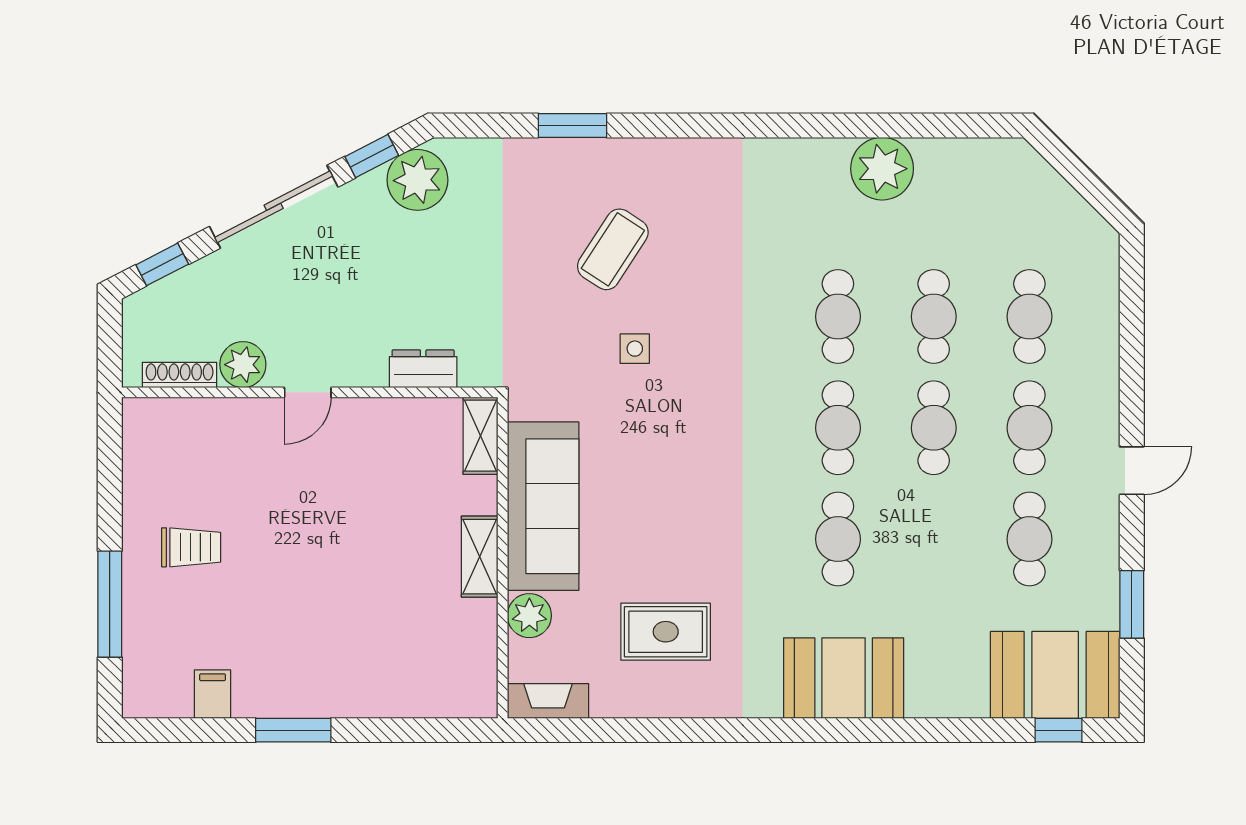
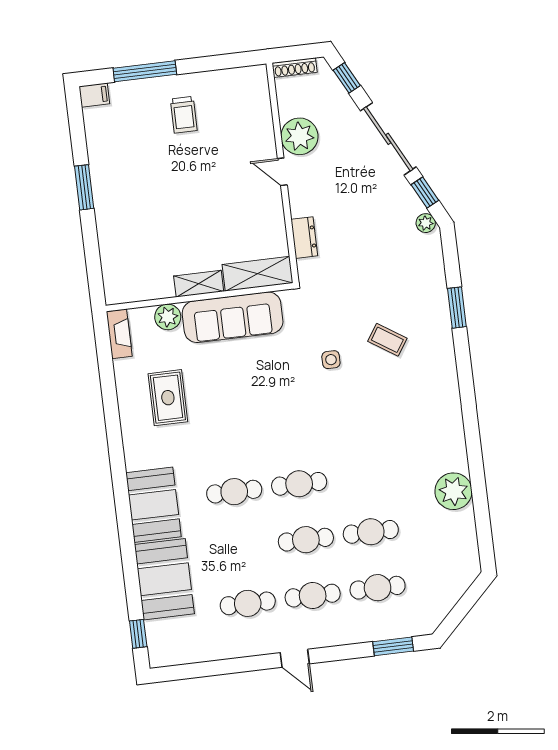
plant: (417, 180) -> (426, 223), width x0.53, depth x0.53
coffee table: (613, 249) -> (387, 340), width x0.73, depth x0.77
cafe table: (838, 317) -> (364, 476), removed
plant: (243, 365) -> (299, 136), width x1.36, depth x1.36
shoe rack: (180, 375) -> (295, 68), moved, turned 90
shelving: (481, 436) -> (258, 274), width x1.50, depth x1.33
window: (1132, 604) -> (393, 646), moved
booth: (1055, 675) -> (164, 579), moved
filing cabinet: (213, 694) -> (94, 95), moved

